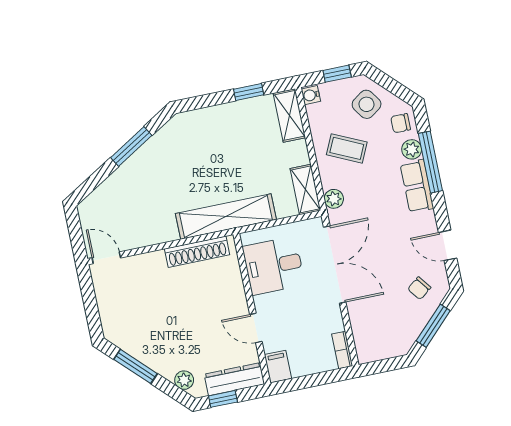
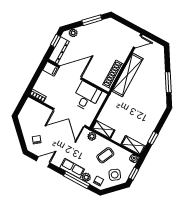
shelving: (226, 217) -> (128, 75), moved
window: (433, 326) -> (20, 134), removed
door: (256, 328) -> (70, 72), width x1.87

